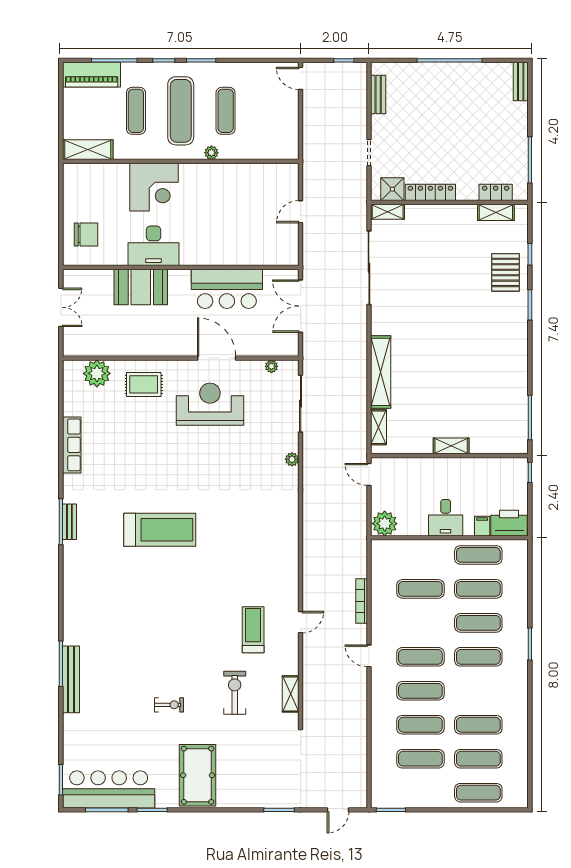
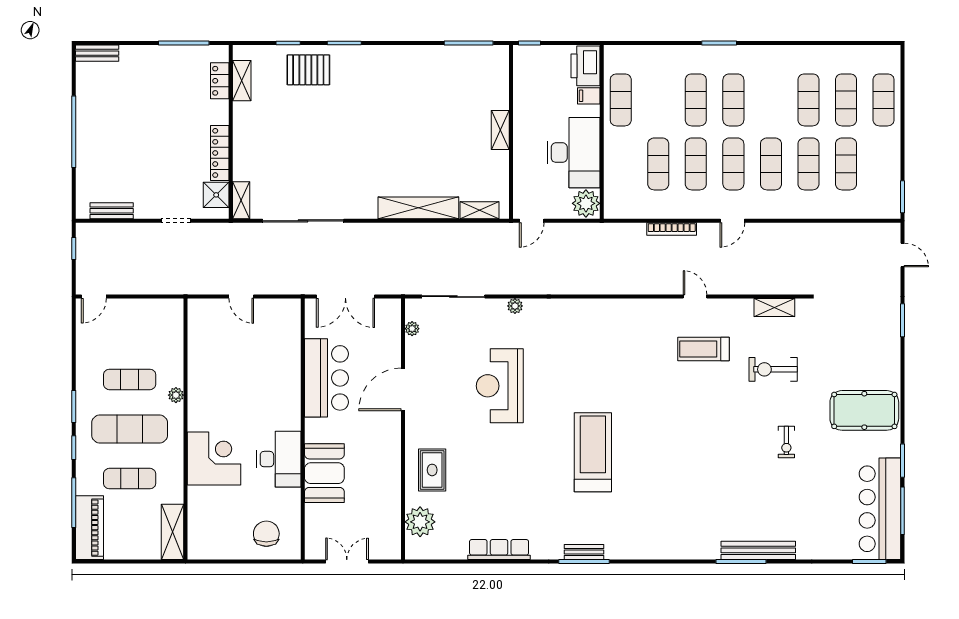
reception desk: (210, 404) -> (500, 386), moved
desk: (446, 518) -> (573, 153), width x1.87, depth x1.30
exercise mat: (478, 589) -> (696, 164), moved
exercise bike: (169, 705) -> (786, 442), turned 180

